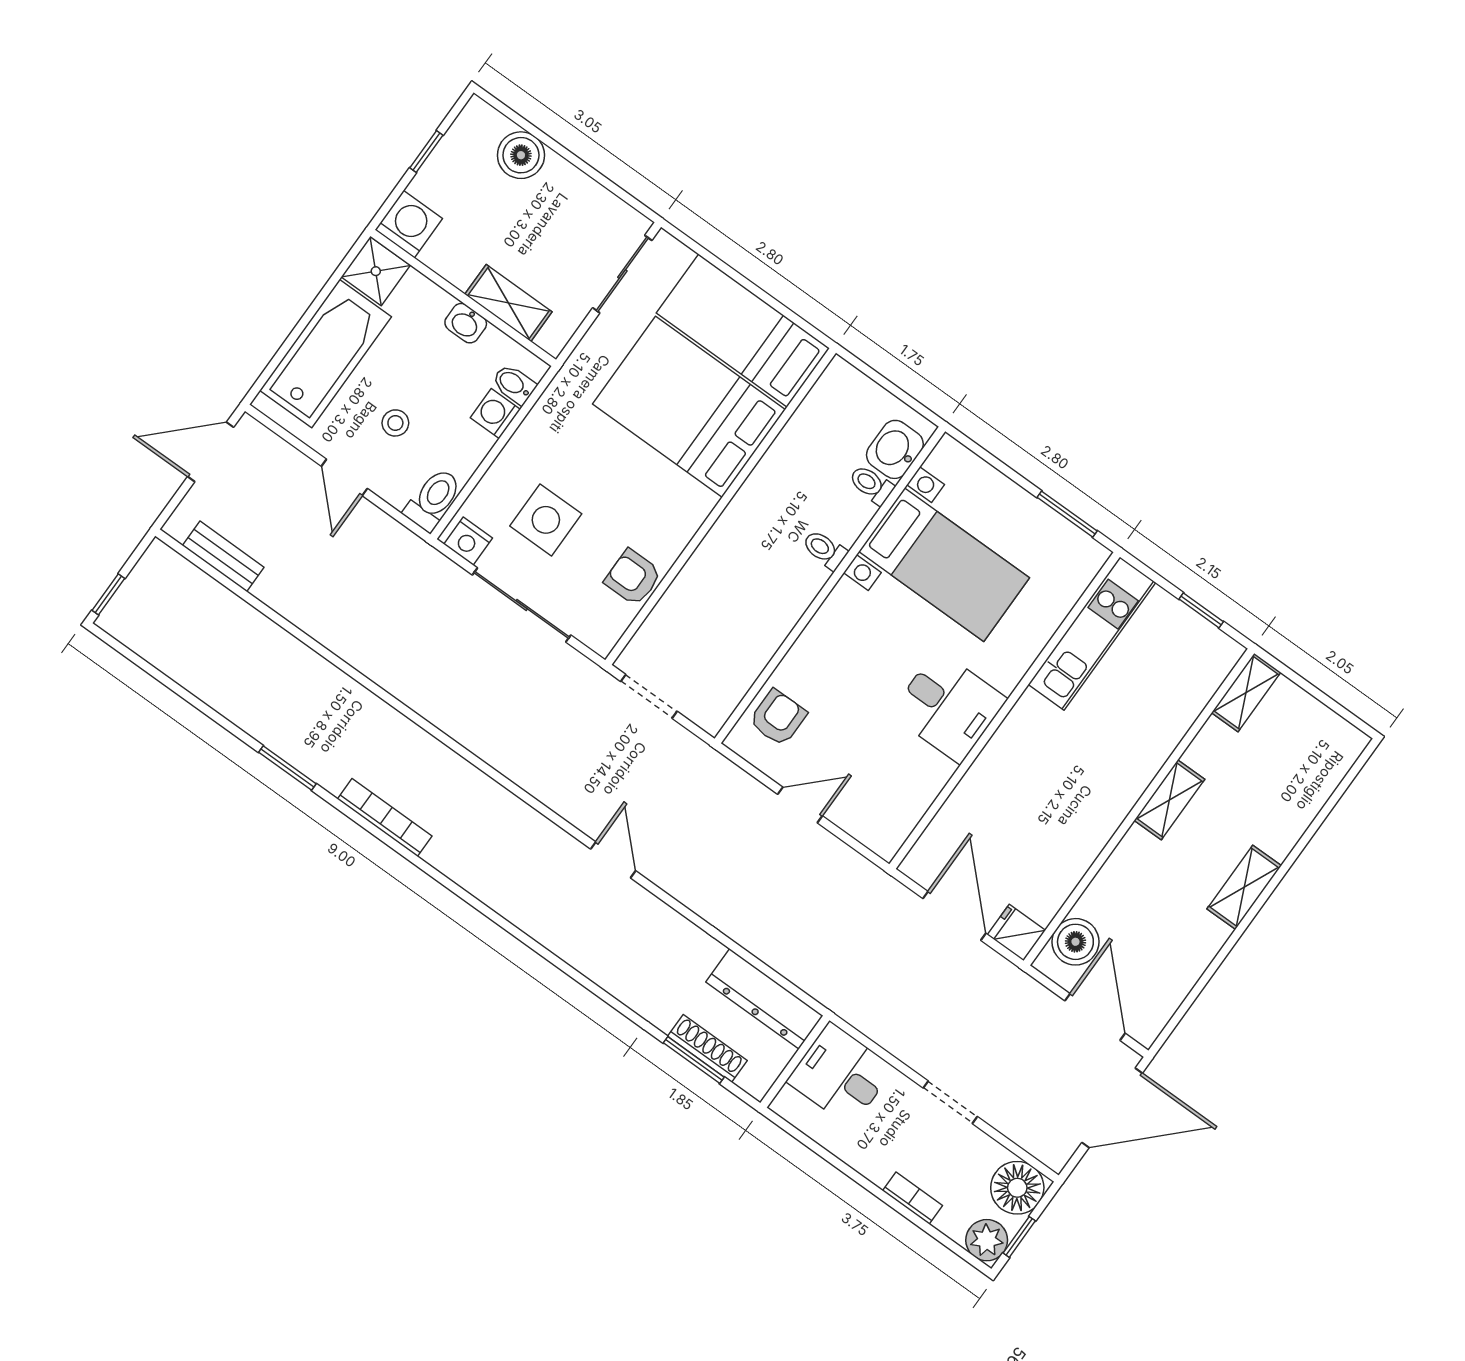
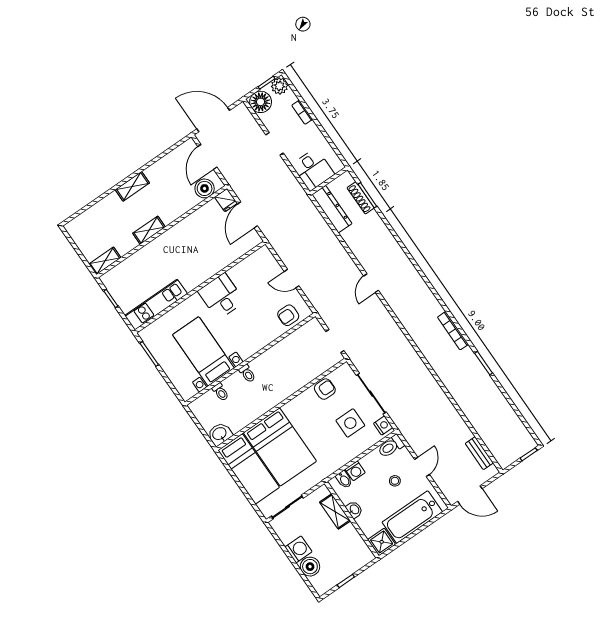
washing machine: (409, 224) -> (298, 549), moved, turned 180
washbasin: (895, 449) -> (220, 434), moved, turned 180
armchair: (633, 577) -> (325, 389), turned -90

